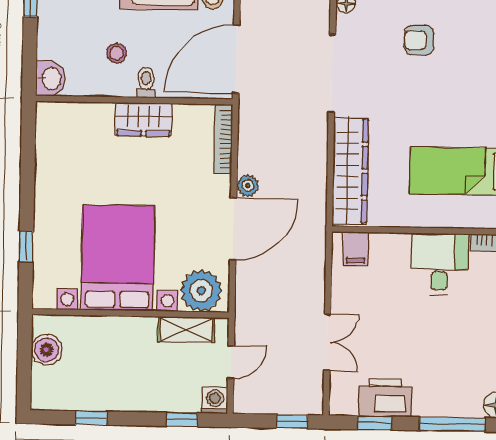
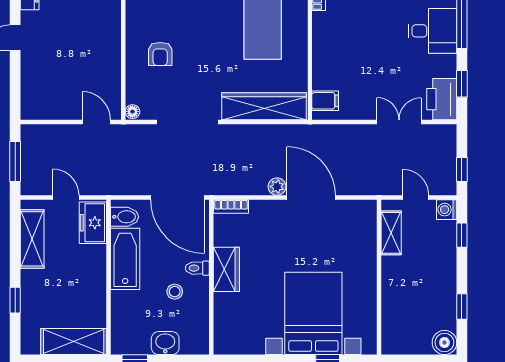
washbasin: (51, 79) -> (165, 343), moved
bookcase: (223, 139) -> (231, 206), width x0.64
bed with nightstands: (118, 258) -> (313, 313), moved, turned 90
desk: (440, 264) -> (432, 31), moved, turned 180
plant: (201, 291) -> (360, 222), removed
boiler: (47, 350) -> (444, 342), moved
printer: (385, 398) -> (442, 99), moved
window: (292, 422) -> (462, 170), moved

